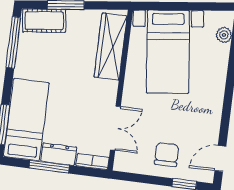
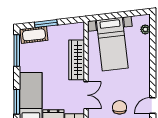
wardrobe: (111, 47) -> (77, 60), moved

